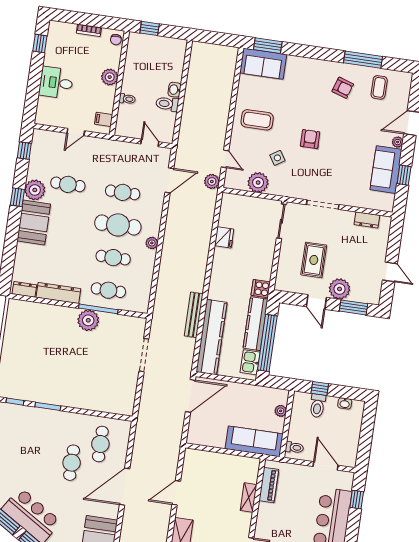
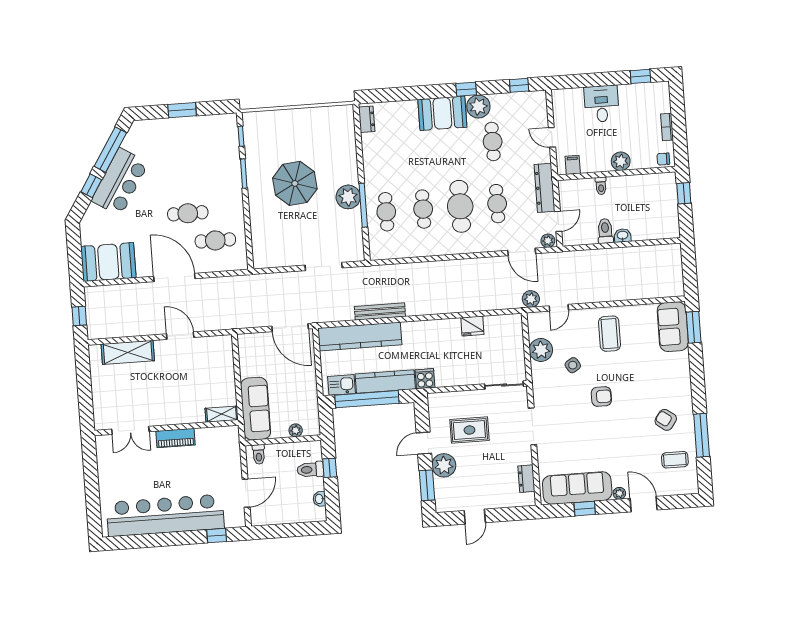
armchair: (343, 88) -> (666, 420), turned 108
sofa: (386, 170) -> (577, 488), width x1.36
plant: (152, 243) -> (548, 241), moved
dresser: (58, 293) -> (545, 188), moved, turned 180
parasol: (66, 364) -> (295, 183), added
piano: (269, 485) -> (176, 438), moved
shelving: (249, 498) -> (222, 414), moved

